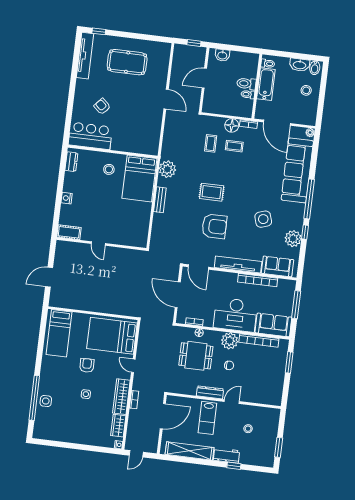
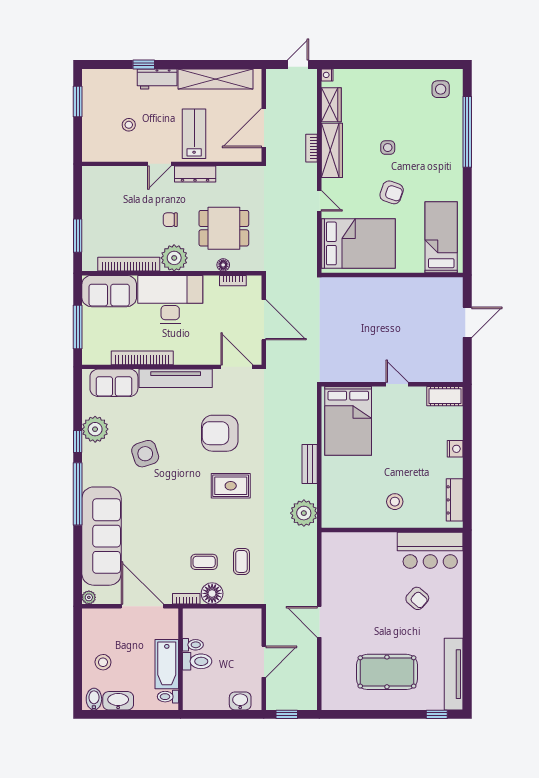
dresser: (71, 162) -> (455, 500), width x1.44
bed: (139, 178) -> (348, 421), moved, turned 180
armchair: (87, 365) -> (392, 192), turned -70
side table: (46, 401) -> (441, 89), moved

